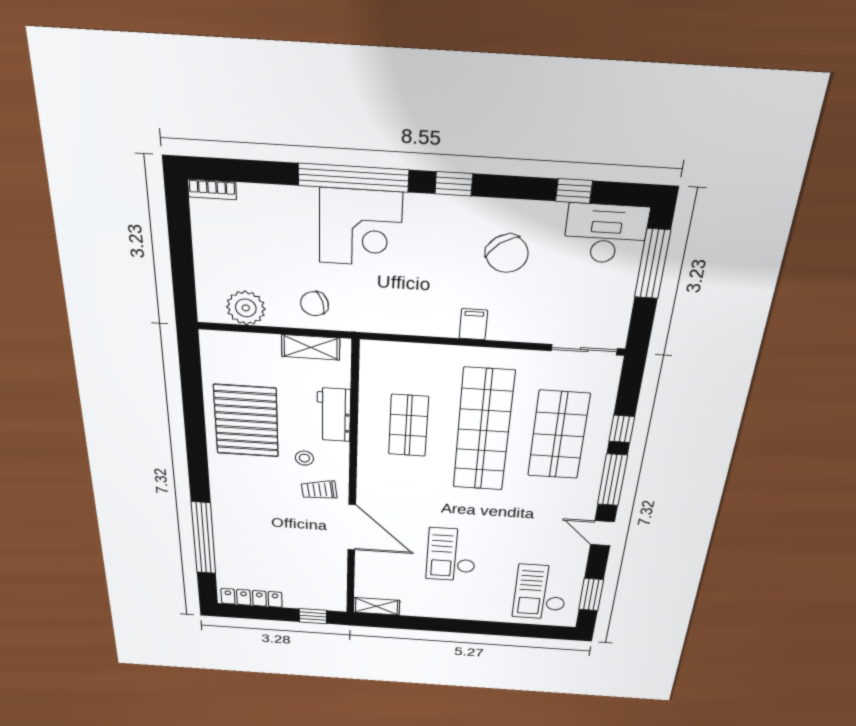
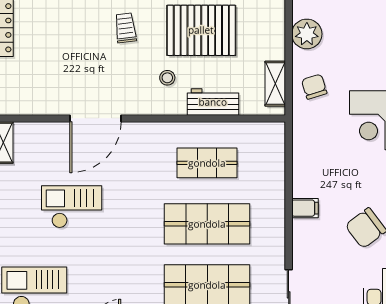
shop shelf: (483, 430) -> (207, 224), width x0.71
trolley: (319, 490) -> (125, 28), moved

